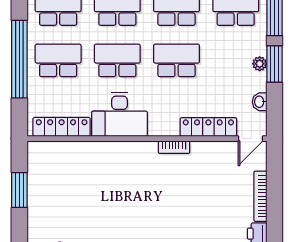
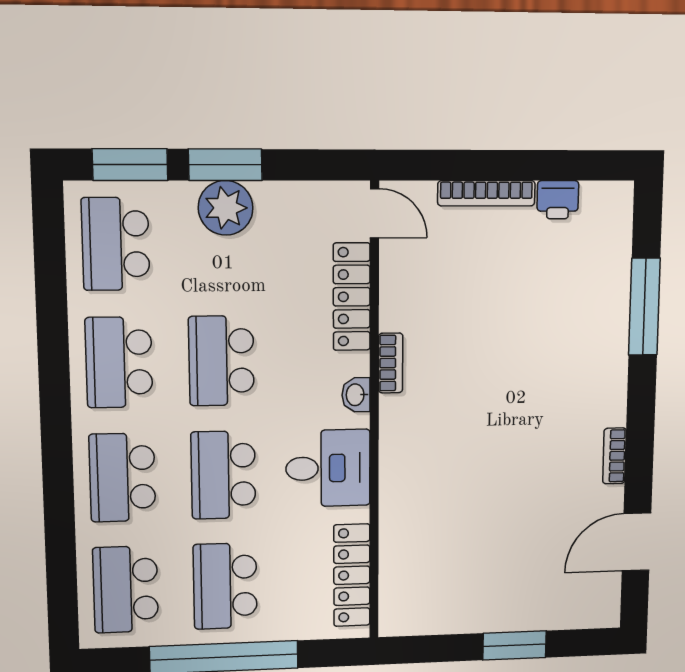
plant: (260, 64) -> (226, 208), width x1.87, depth x1.87
washbasin: (260, 102) -> (356, 395), moved, turned 90
desk: (120, 115) -> (328, 468), width x0.73
window: (19, 190) -> (514, 645), moved

